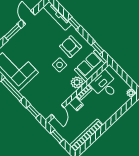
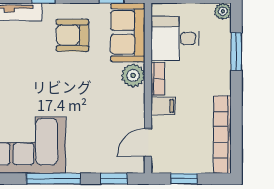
side table: (60, 65) -> (84, 76), removed
door: (58, 111) -> (148, 142), swing flipped
window: (121, 112) -> (236, 52), added

